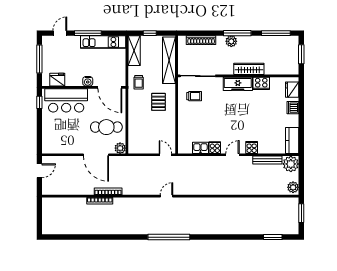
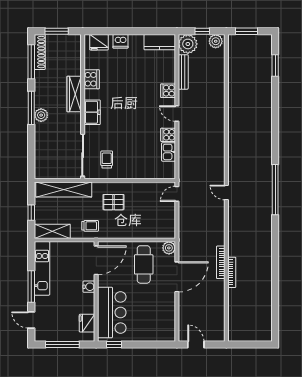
shoe rack: (201, 40) -> (40, 52), moved
freezer: (238, 84) -> (92, 112), width x0.71
window: (301, 176) -> (202, 31), added

